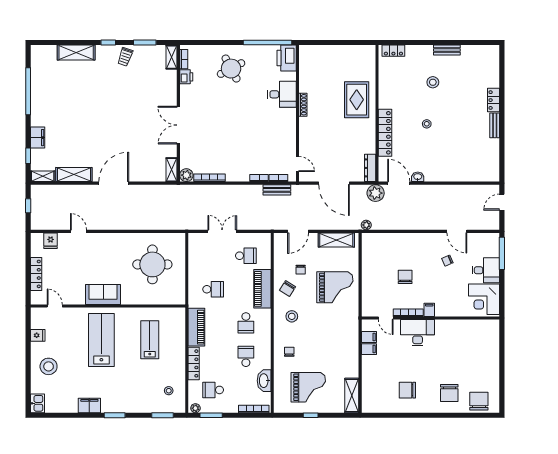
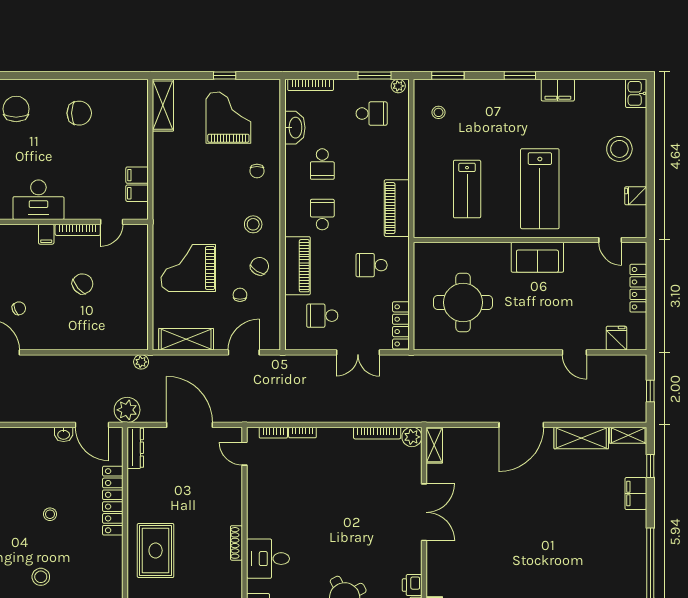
bench: (277, 190) -> (276, 415), removed
chair: (405, 277) -> (83, 284), turned -130
door: (386, 318) -> (112, 222), swing flipped
desk: (418, 333) -> (38, 200), moved
locker: (194, 363) -> (401, 325), moved
grand piano: (308, 387) -> (228, 118), turned 90

